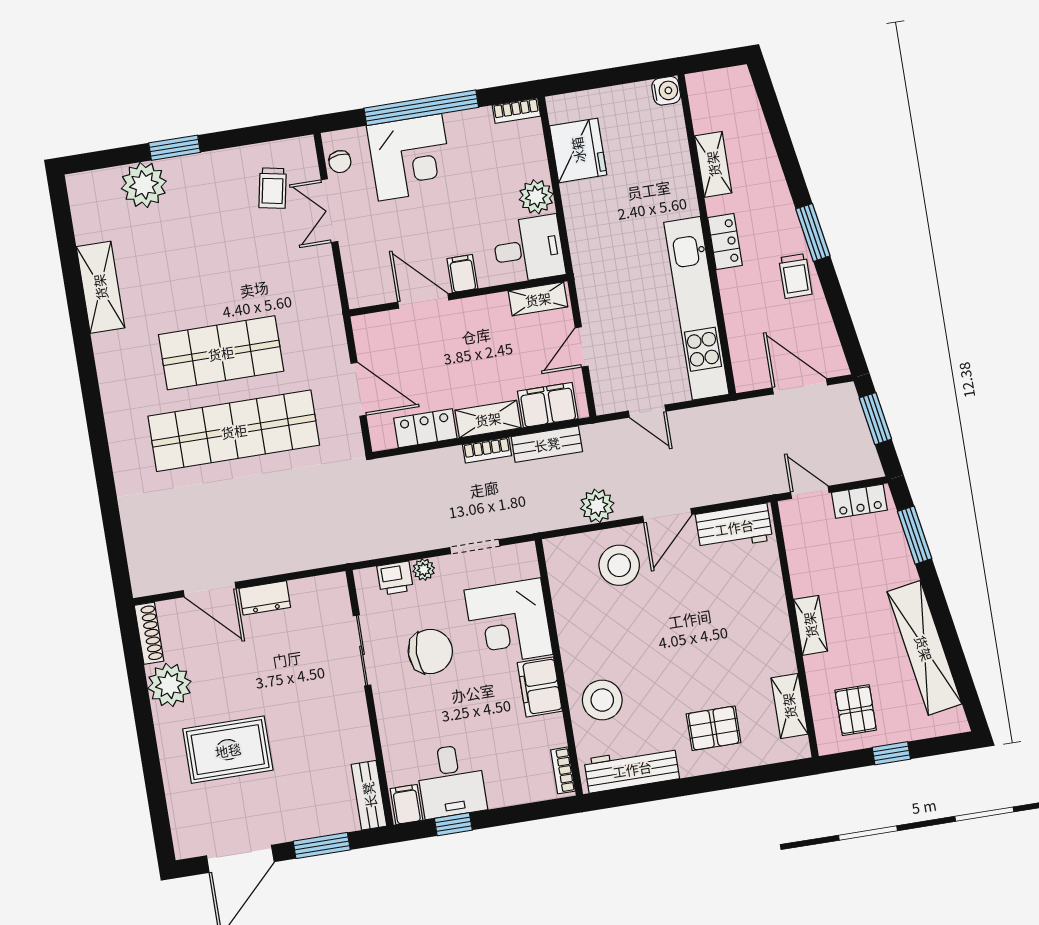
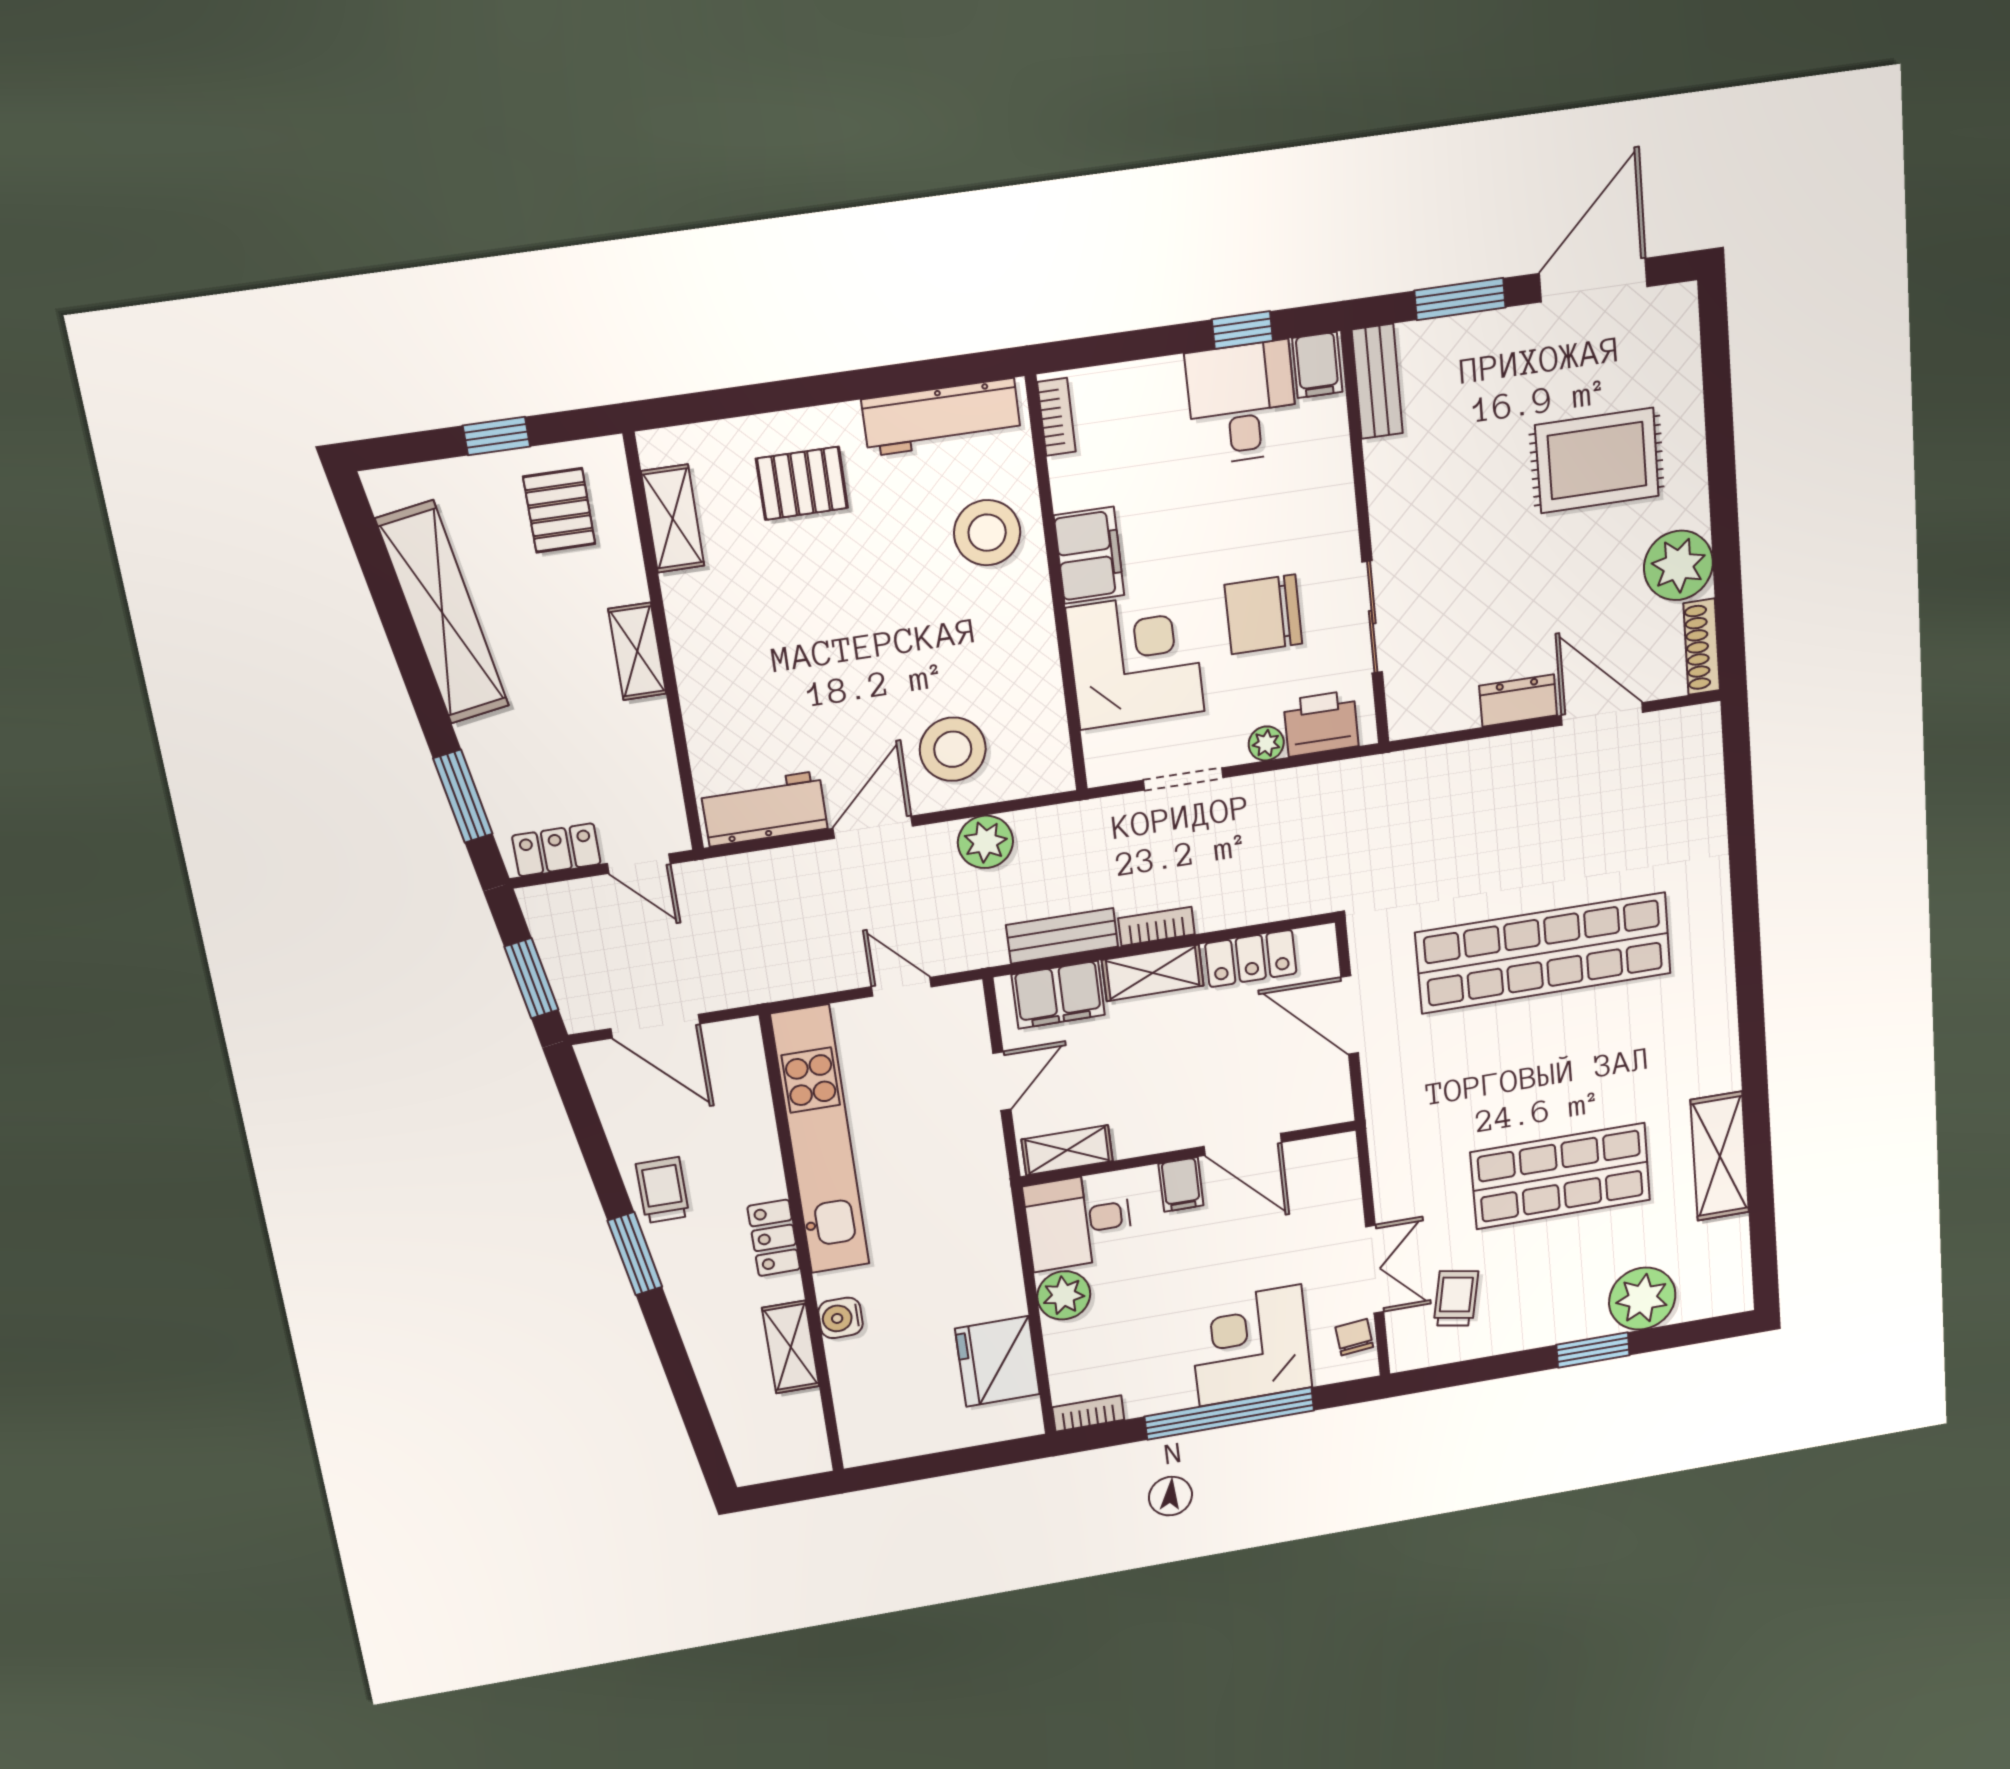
water cooler: (666, 91) -> (840, 1318), moved
shop shelf: (221, 353) -> (1560, 1176), moved
printer: (395, 578) -> (1321, 723), width x1.36, depth x1.24

